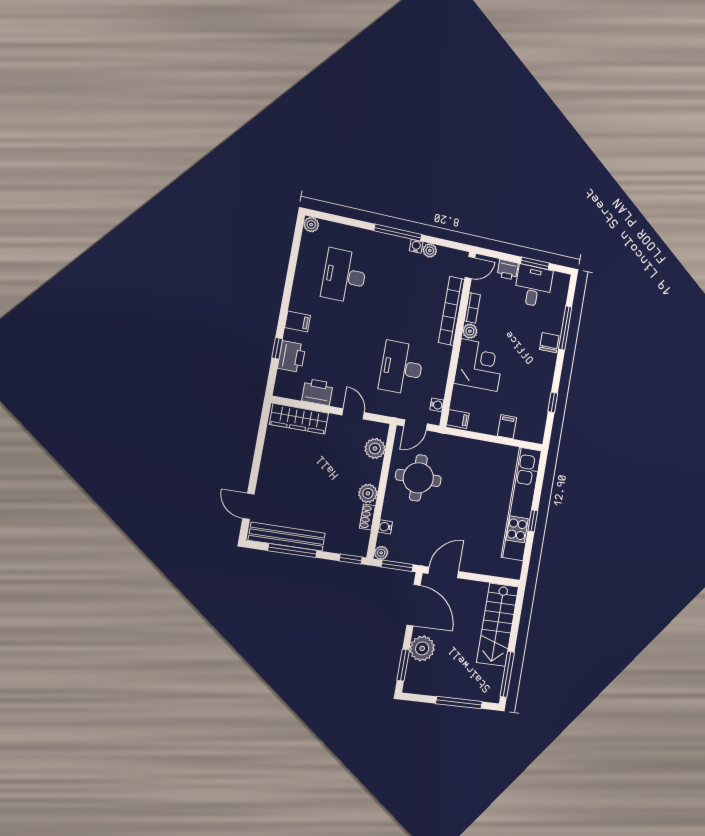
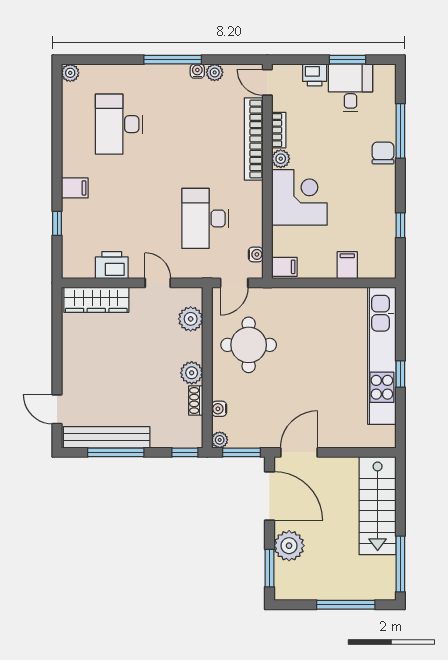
door: (470, 268) -> (267, 82), swing flipped
printer: (292, 357) -> (75, 230), removed

